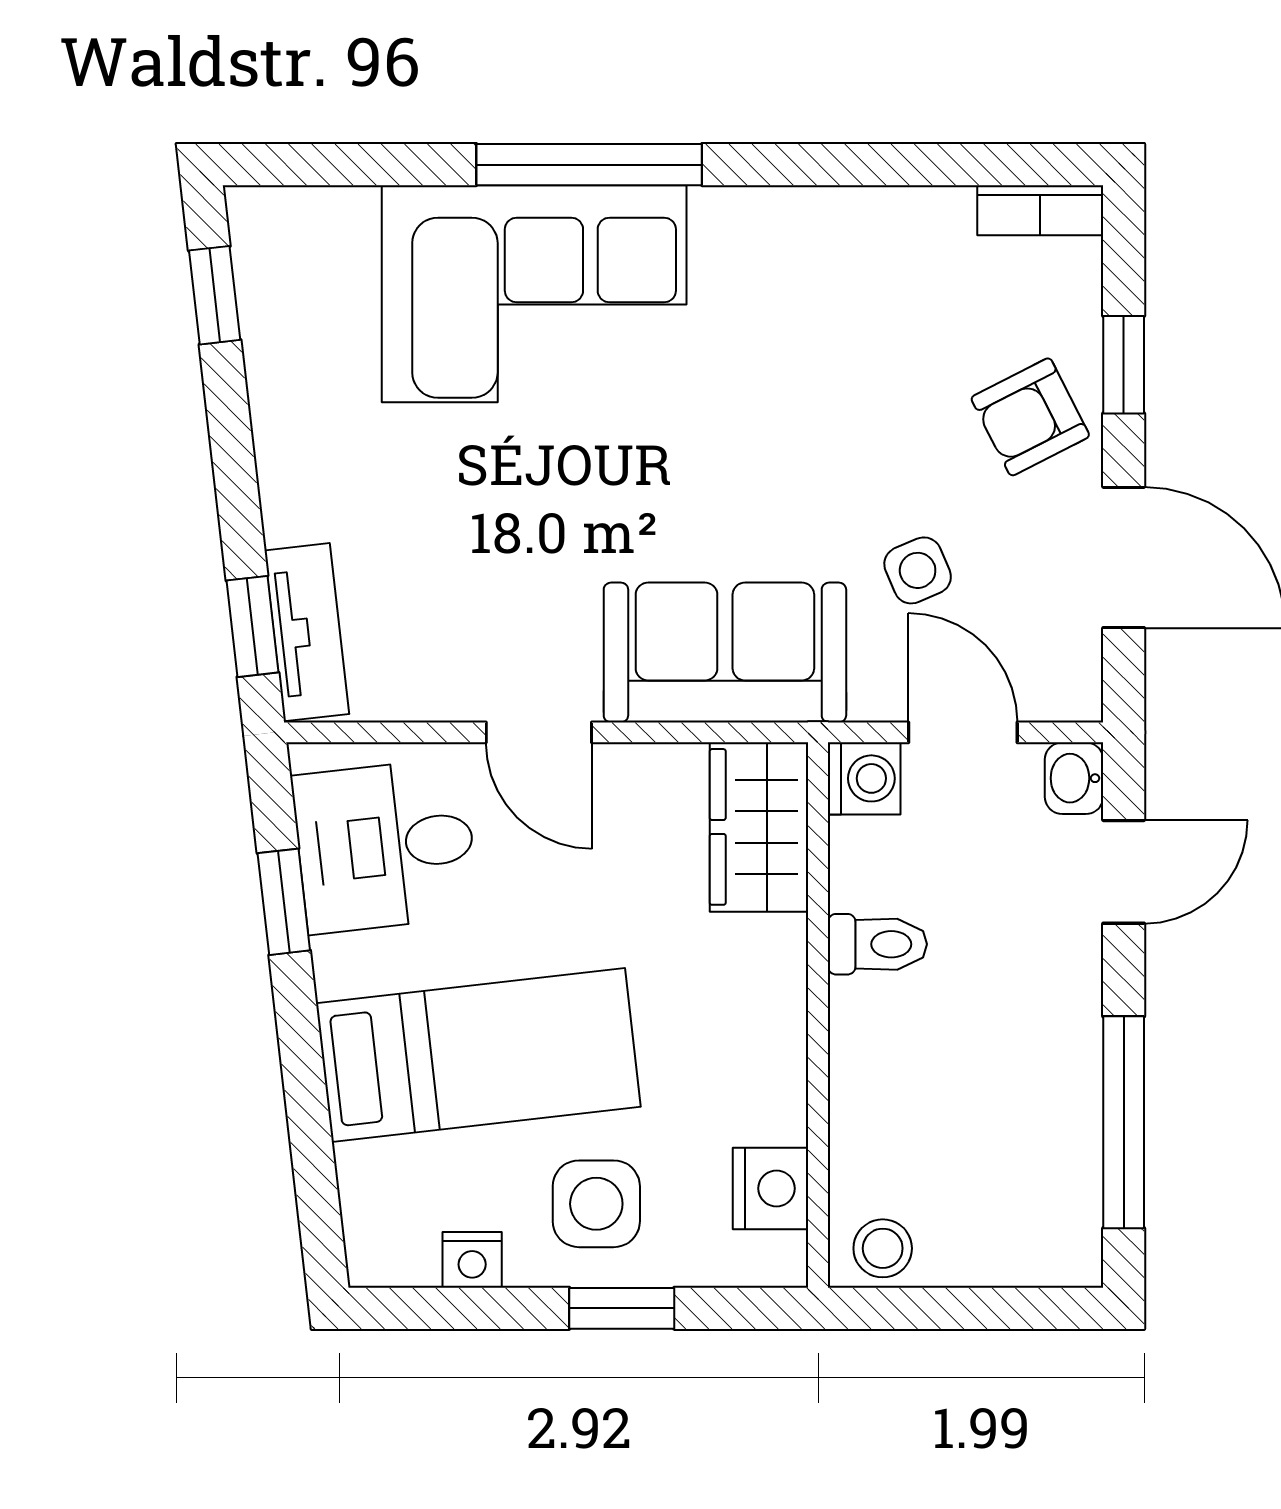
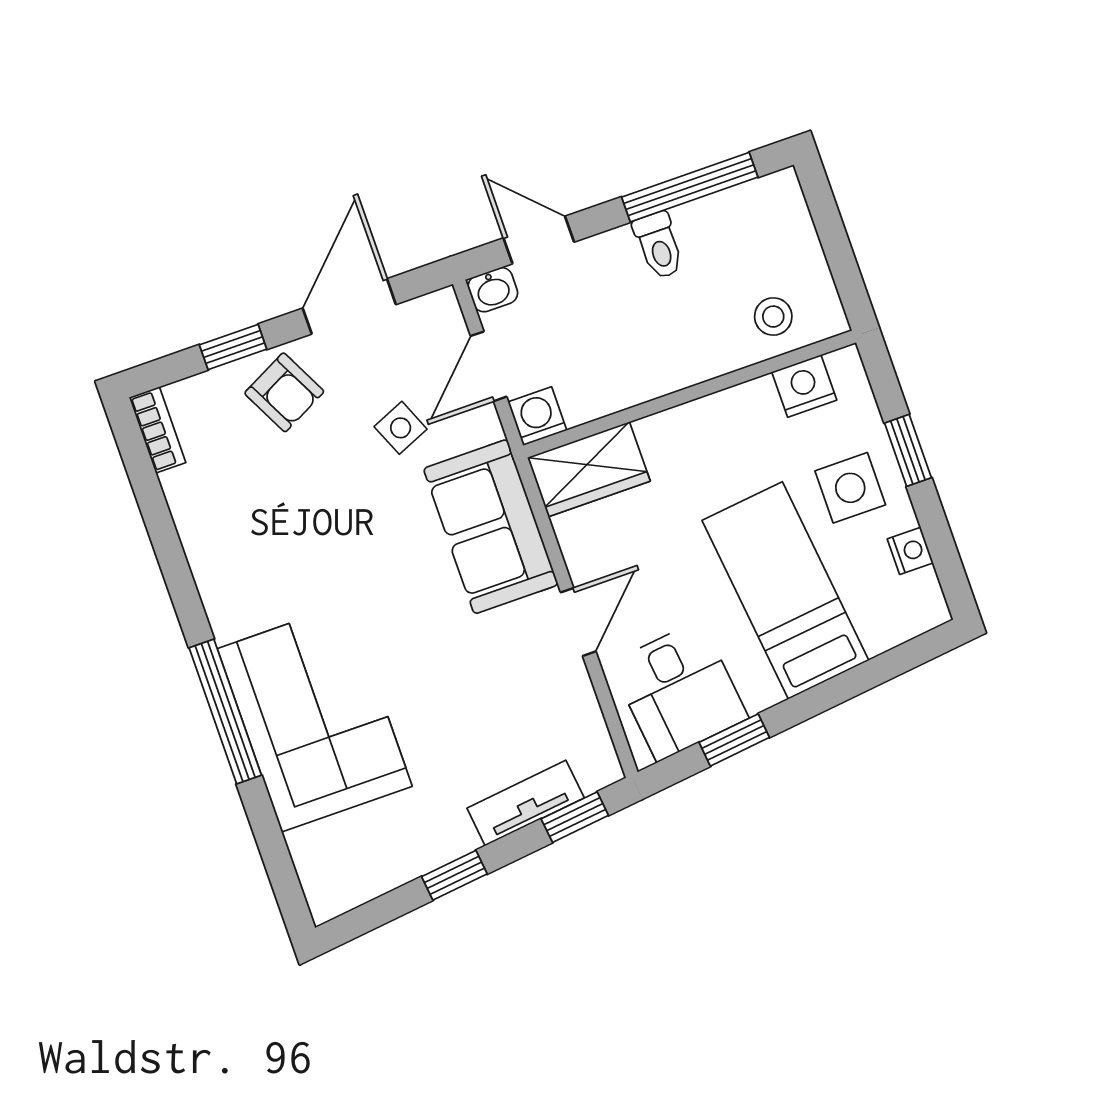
window: (215, 295) -> (454, 875), moved
tv unit: (307, 632) -> (526, 803), moved
toilet: (877, 944) -> (659, 245), moved, turned 180
stool: (883, 1248) -> (773, 317), moved

